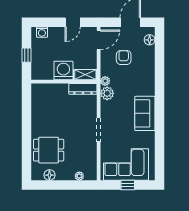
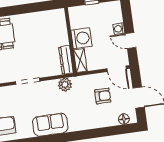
washing machine: (42, 32) -> (119, 29), moved
plant: (105, 81) -> (77, 81), removed

